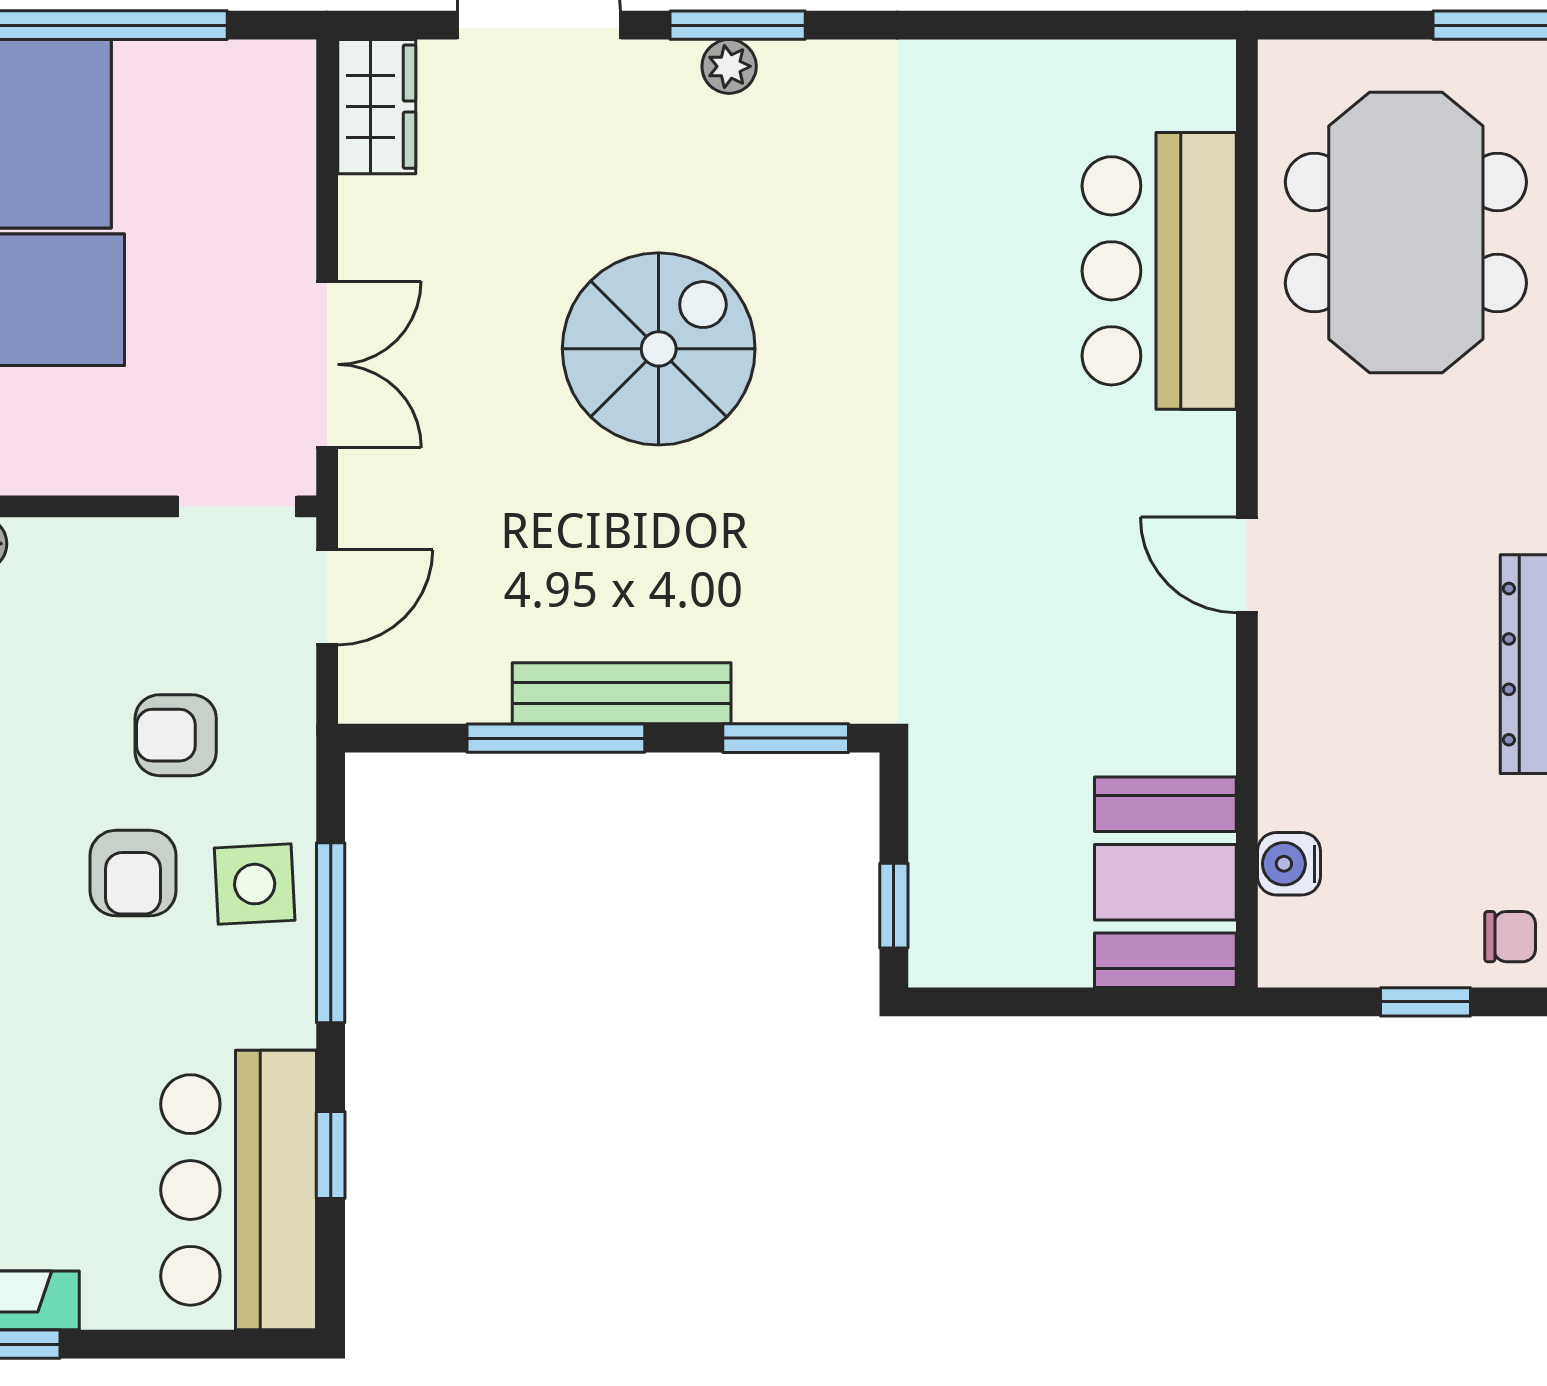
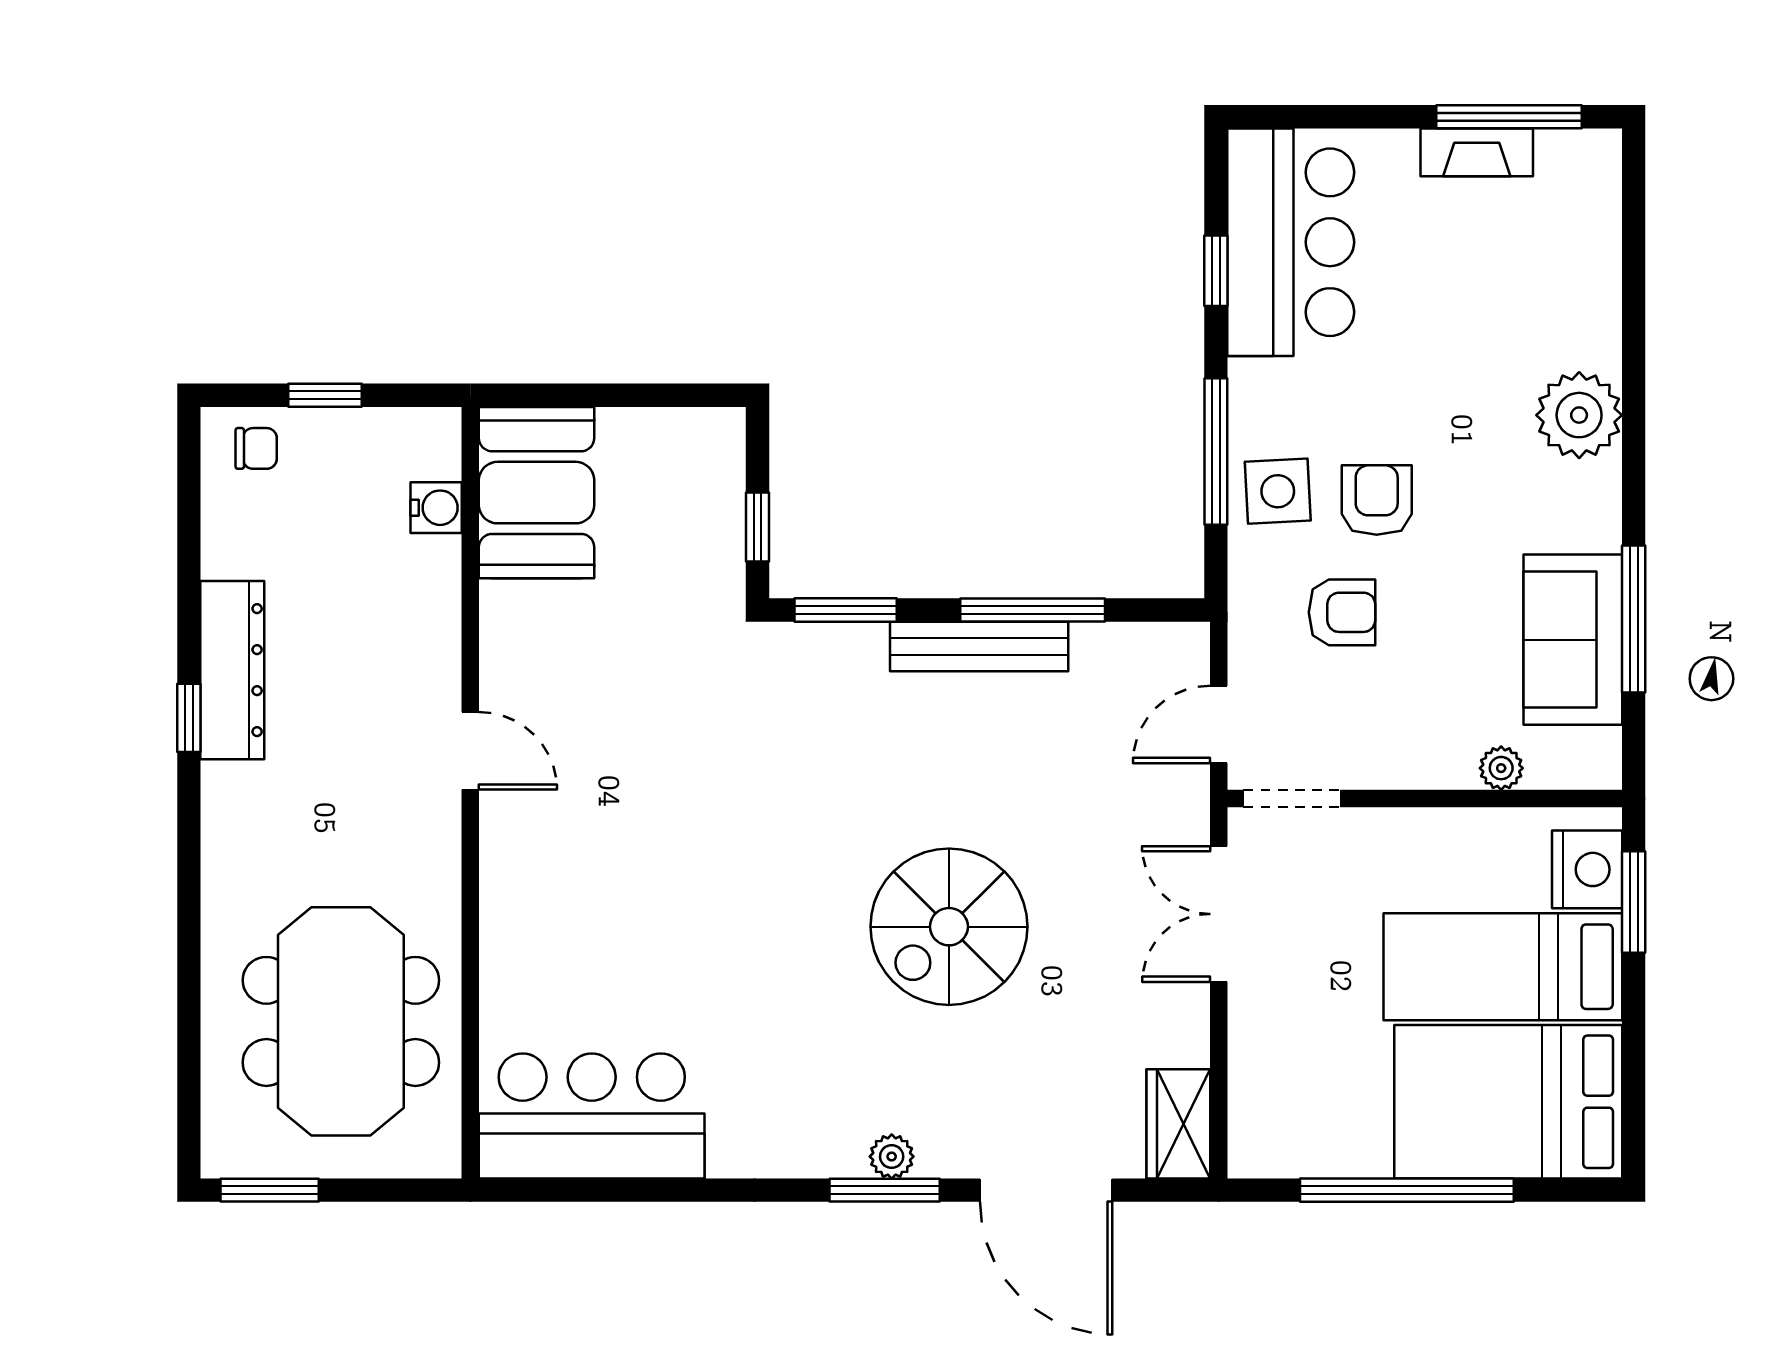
bar counter: (1159, 271) -> (592, 1116), moved, turned -90
window: (894, 906) -> (757, 527), moved
chair: (1510, 937) -> (256, 448), turned 180

